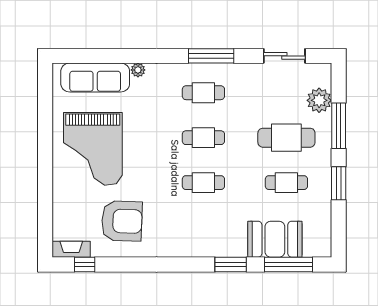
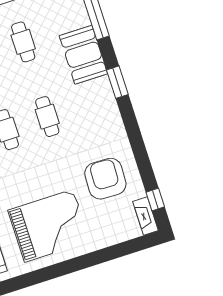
booth: (275, 239) -> (83, 55), moved
window: (231, 264) -> (117, 82), moved

